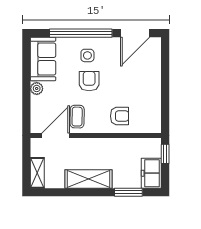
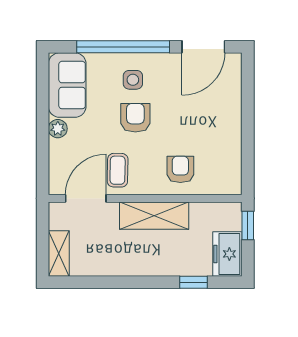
armchair: (120, 116) -> (180, 169), turned -90
shelving: (88, 179) -> (154, 216), moved
window: (128, 192) -> (194, 282), width x0.67

